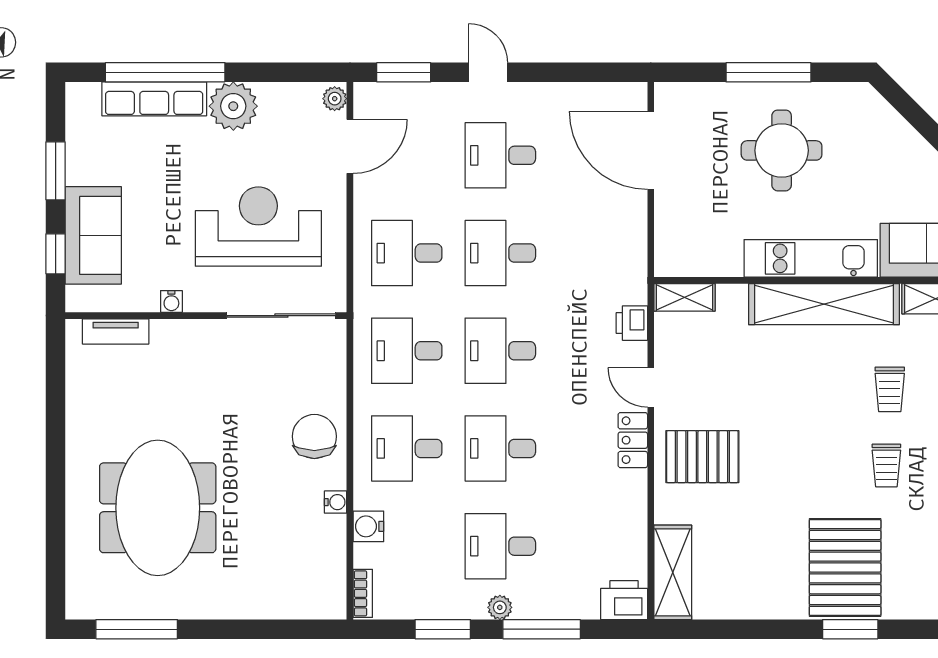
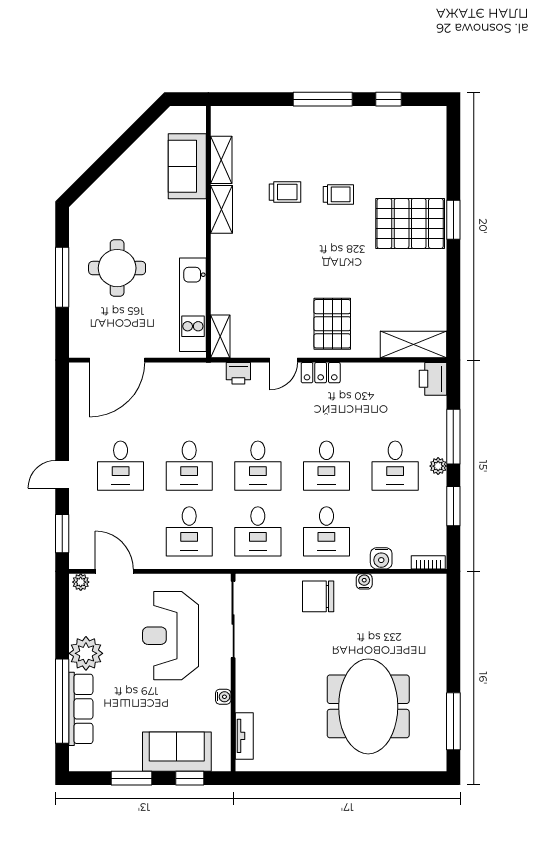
kitchen unit: (811, 258) -> (193, 305), moved
shelving: (824, 304) -> (221, 209), width x0.45, depth x0.75
meeting table: (158, 508) -> (368, 706), turned 90

